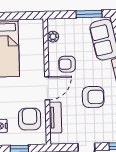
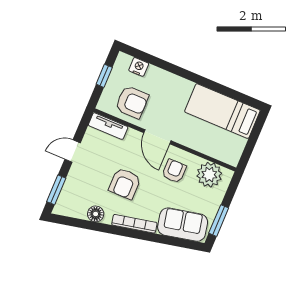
plant: (53, 37) -> (209, 175), width x1.88, depth x1.88
tv unit: (55, 118) -> (108, 126), moved

